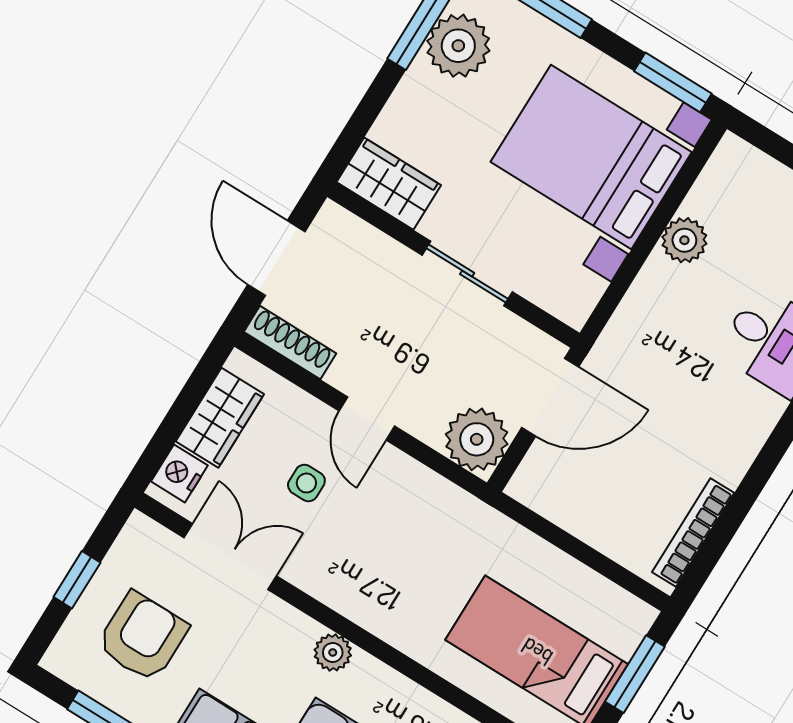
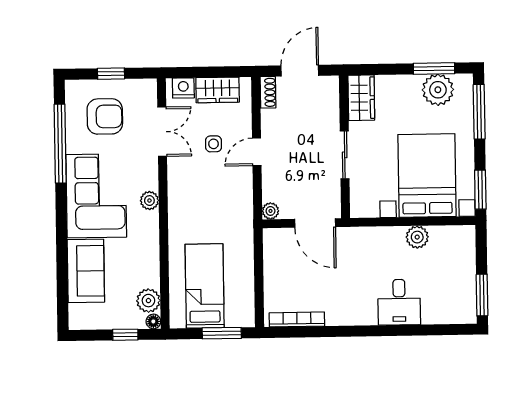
shoe rack: (290, 343) -> (268, 92), width x0.70
plant: (477, 439) -> (270, 211), width x0.53, depth x0.53

